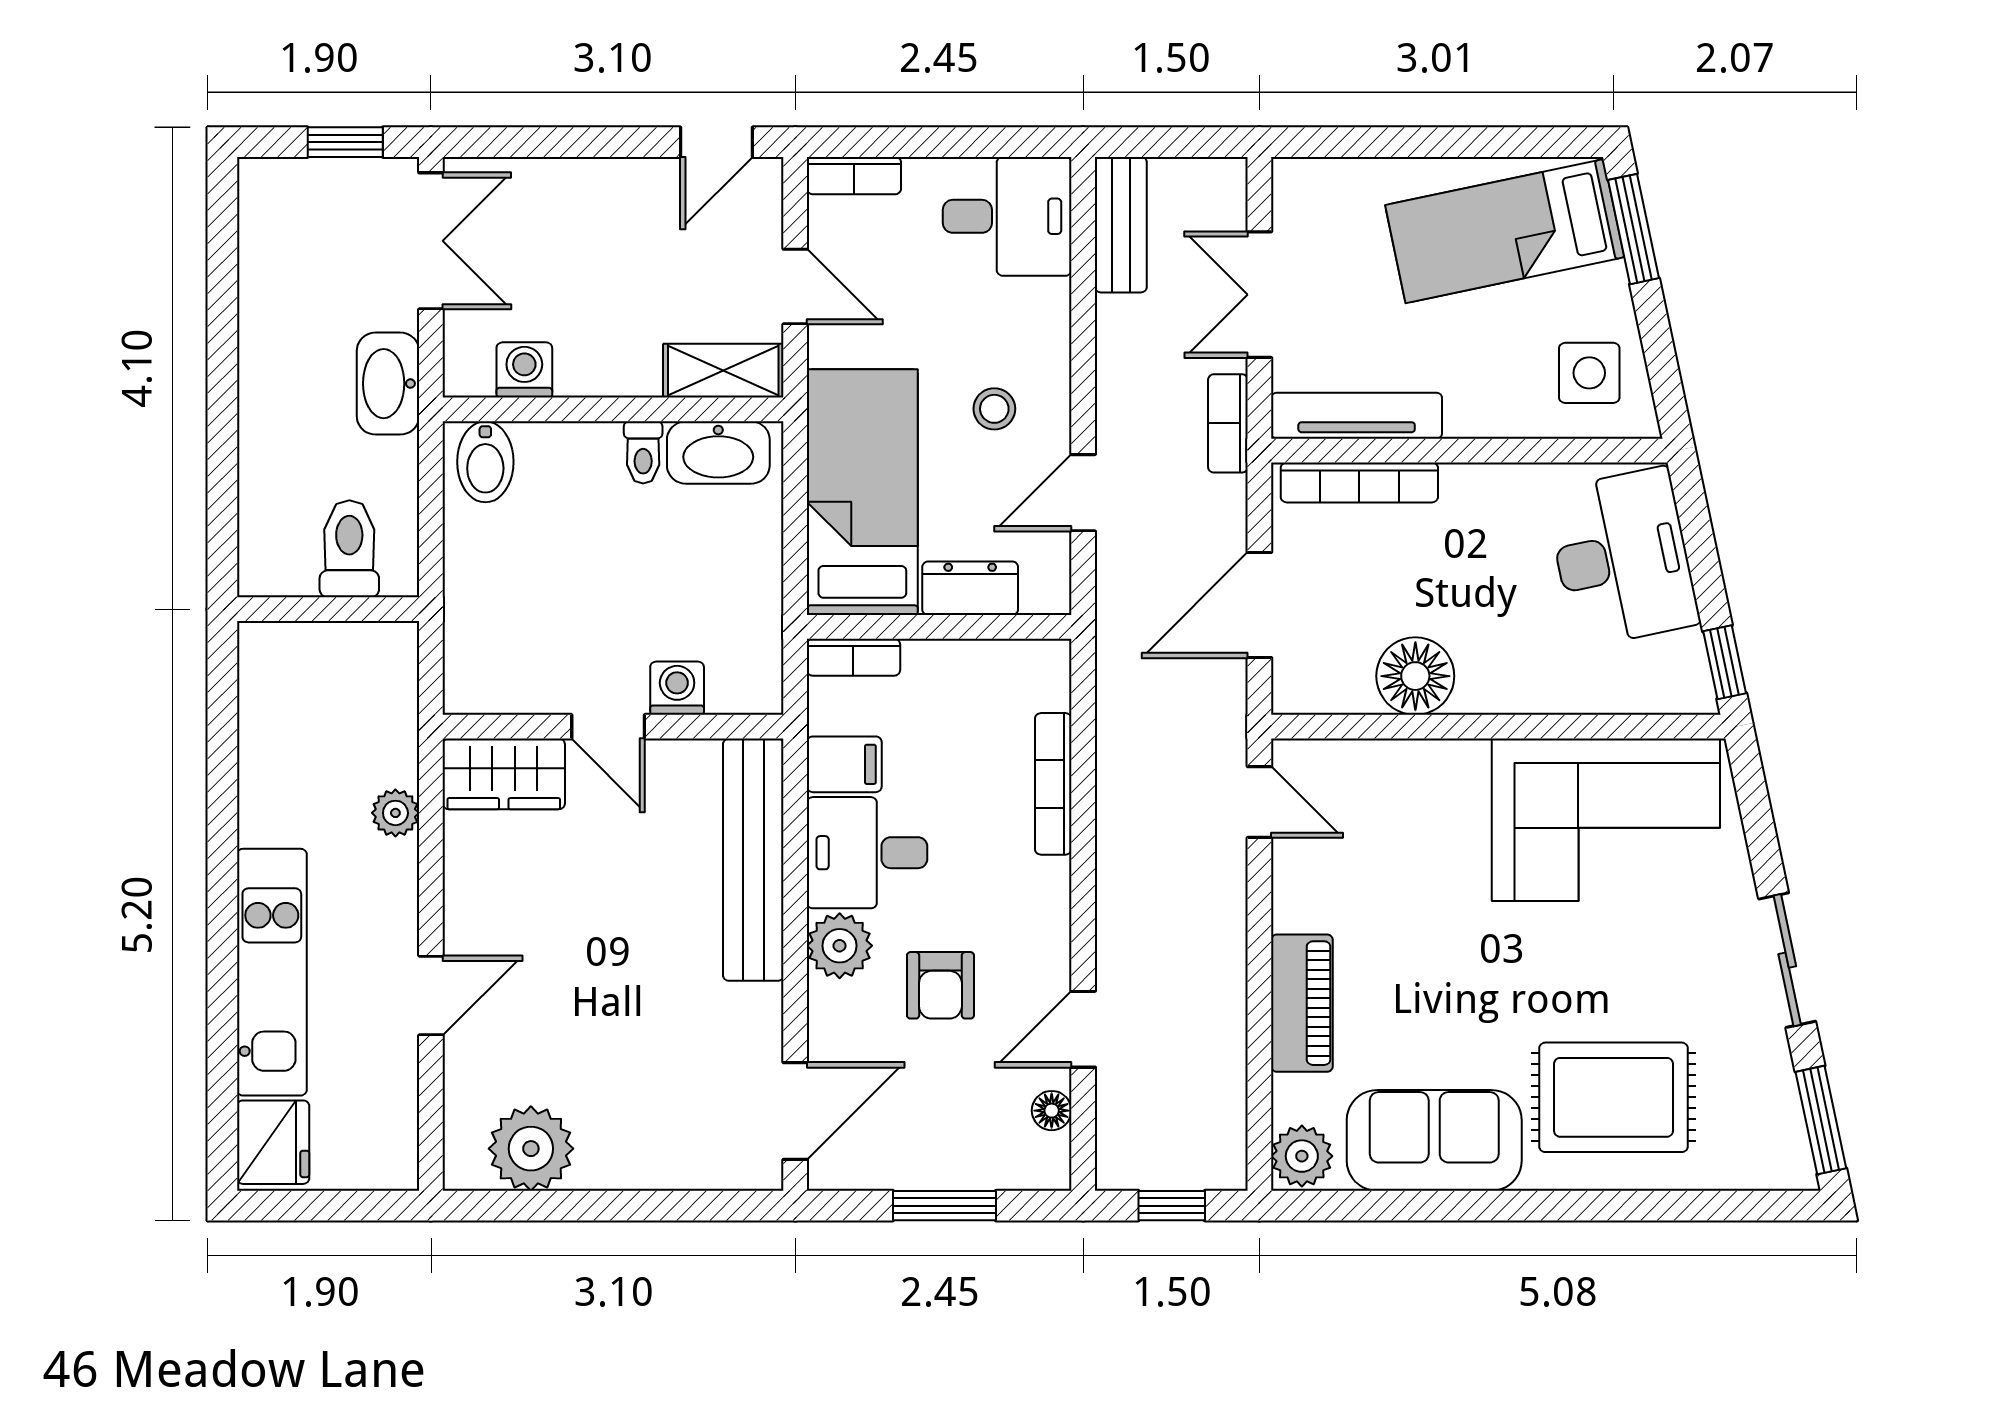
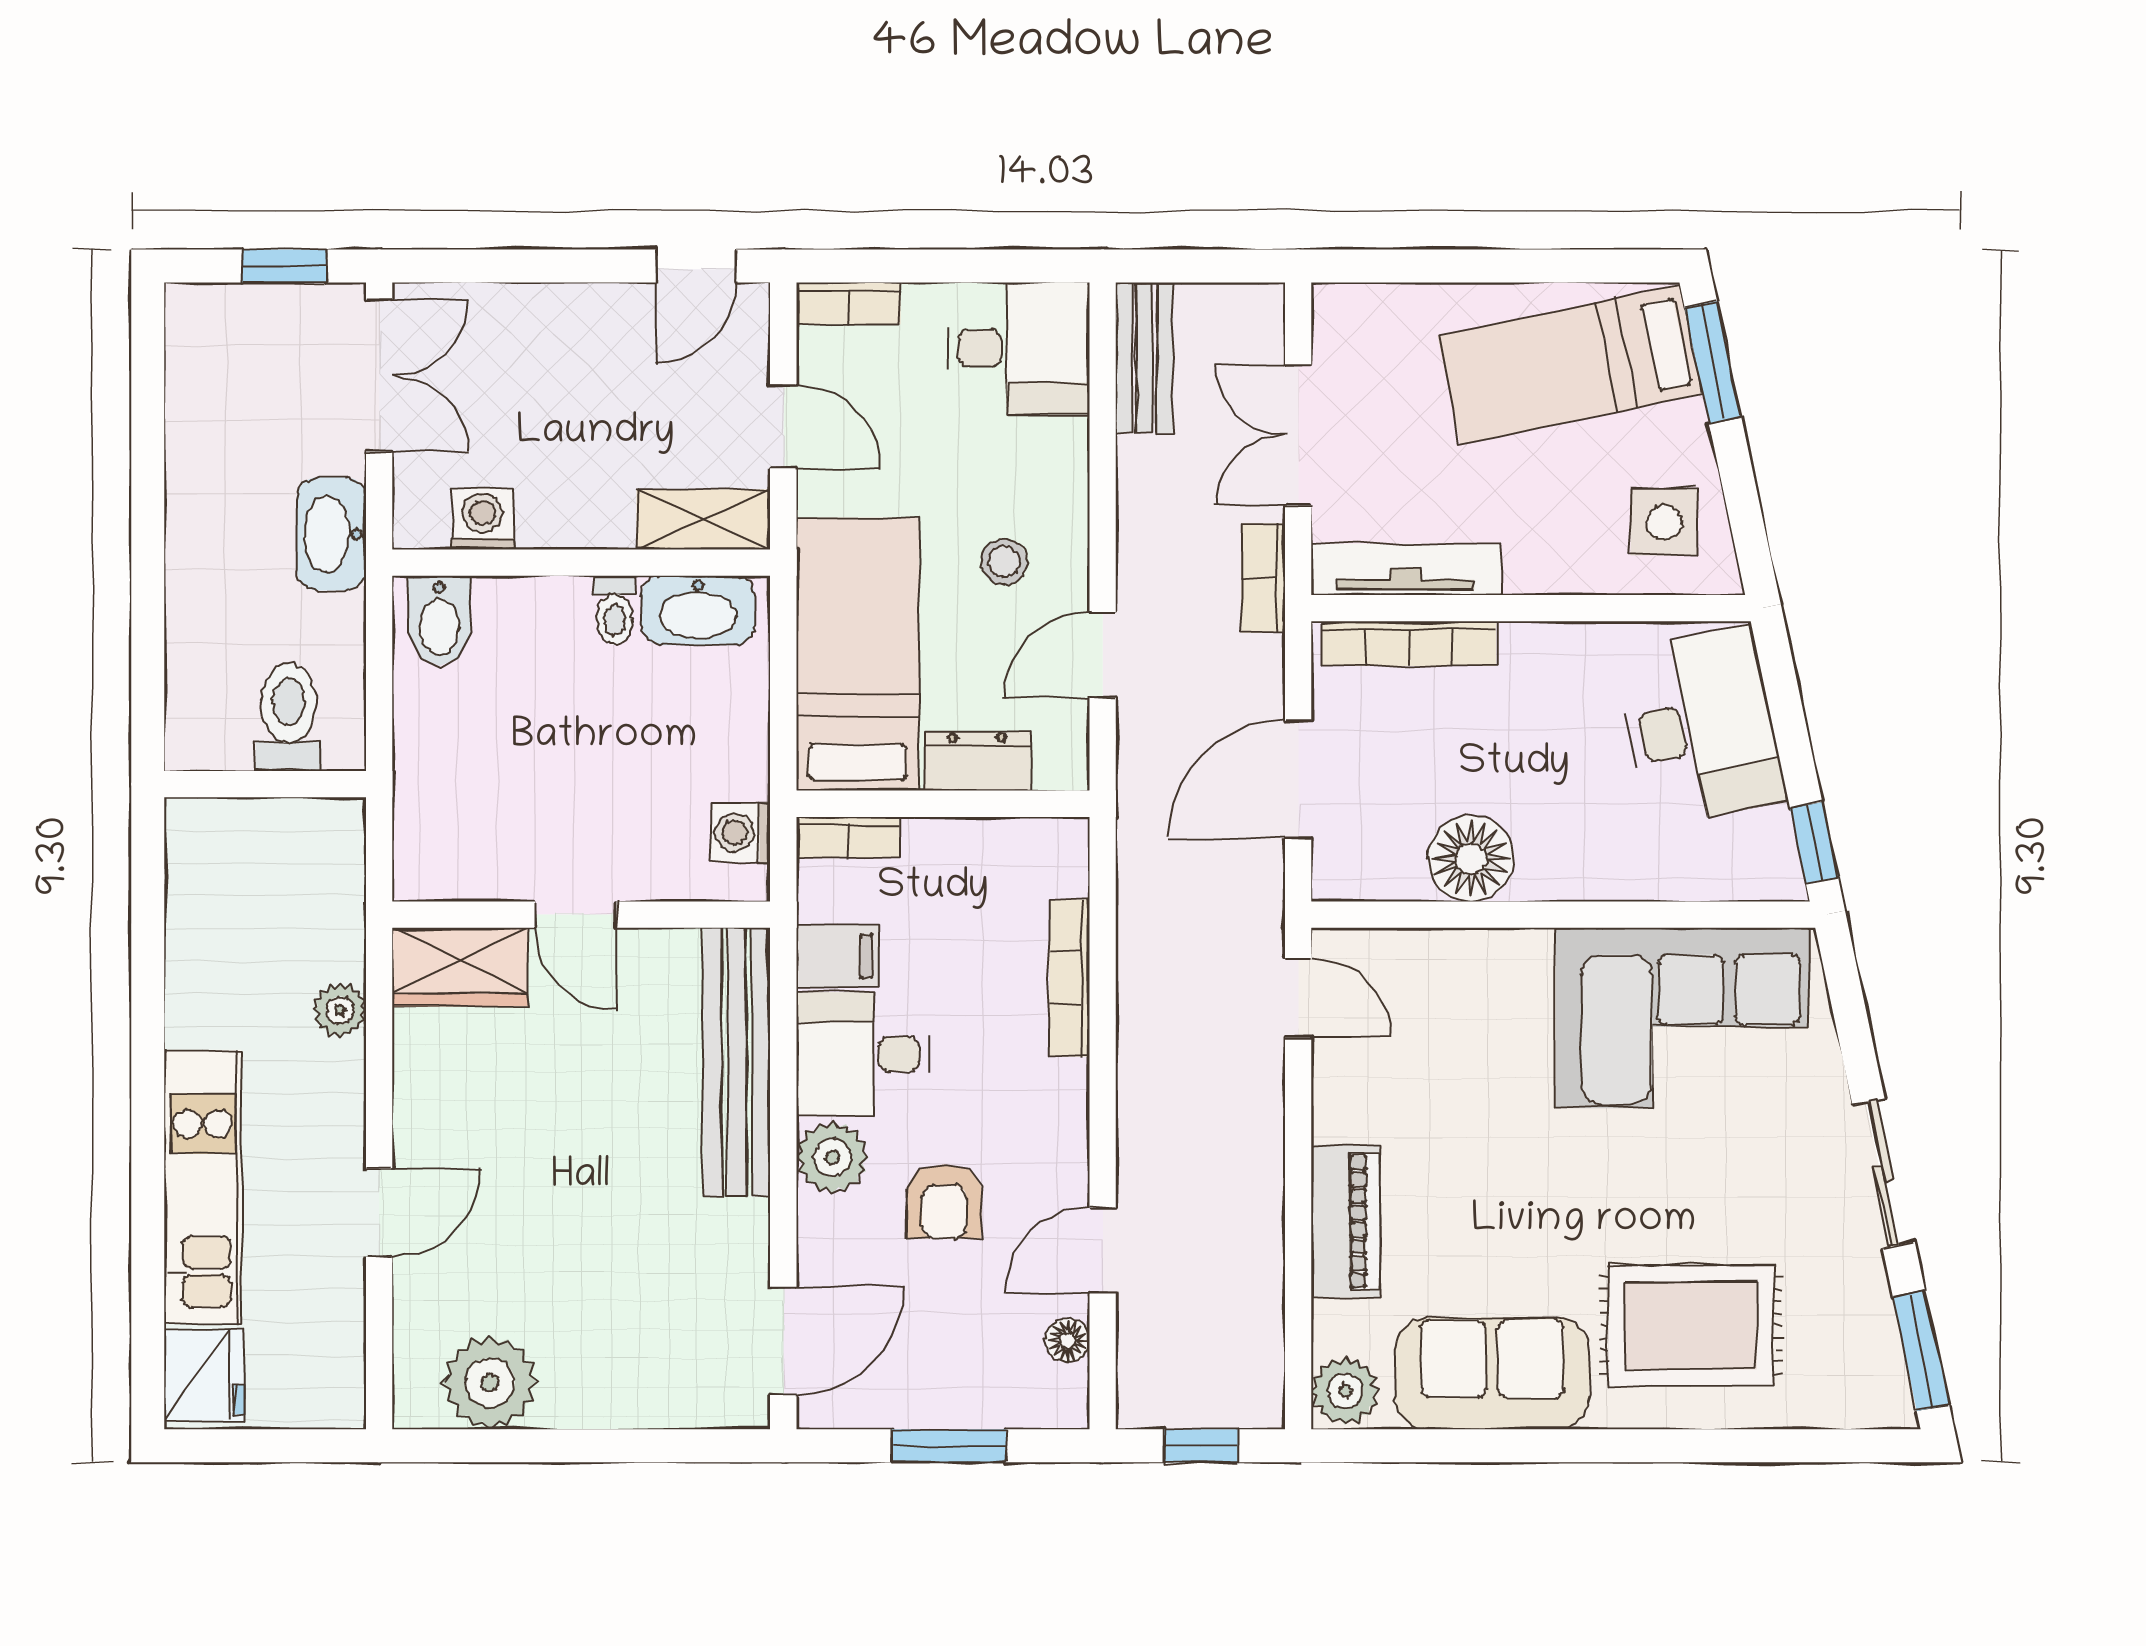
washing machine: (677, 688) -> (741, 833), moved, turned -90

